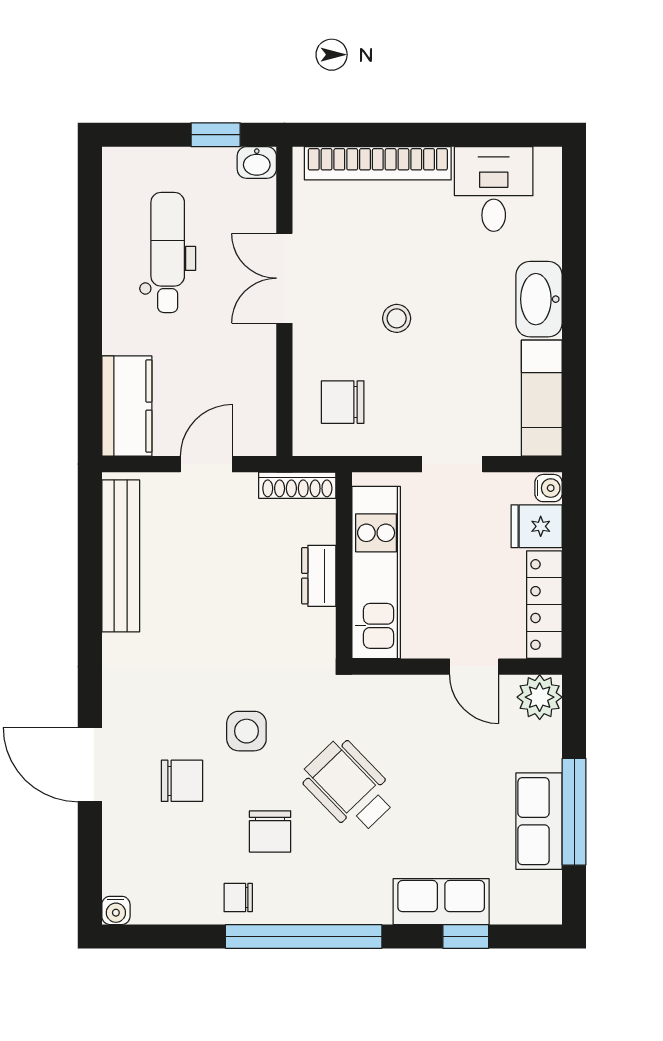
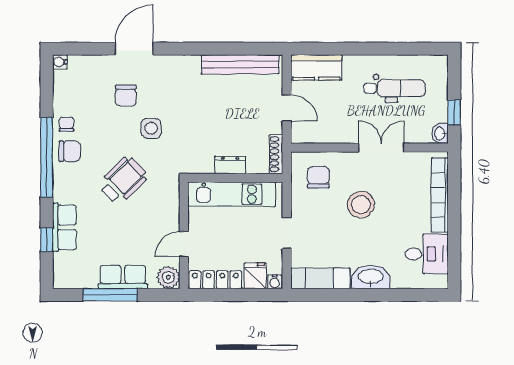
stool: (397, 318) -> (361, 205), width x1.89, depth x1.89
row of seats: (539, 821) -> (123, 277), moved
chair: (270, 831) -> (70, 151), moved, turned 180

